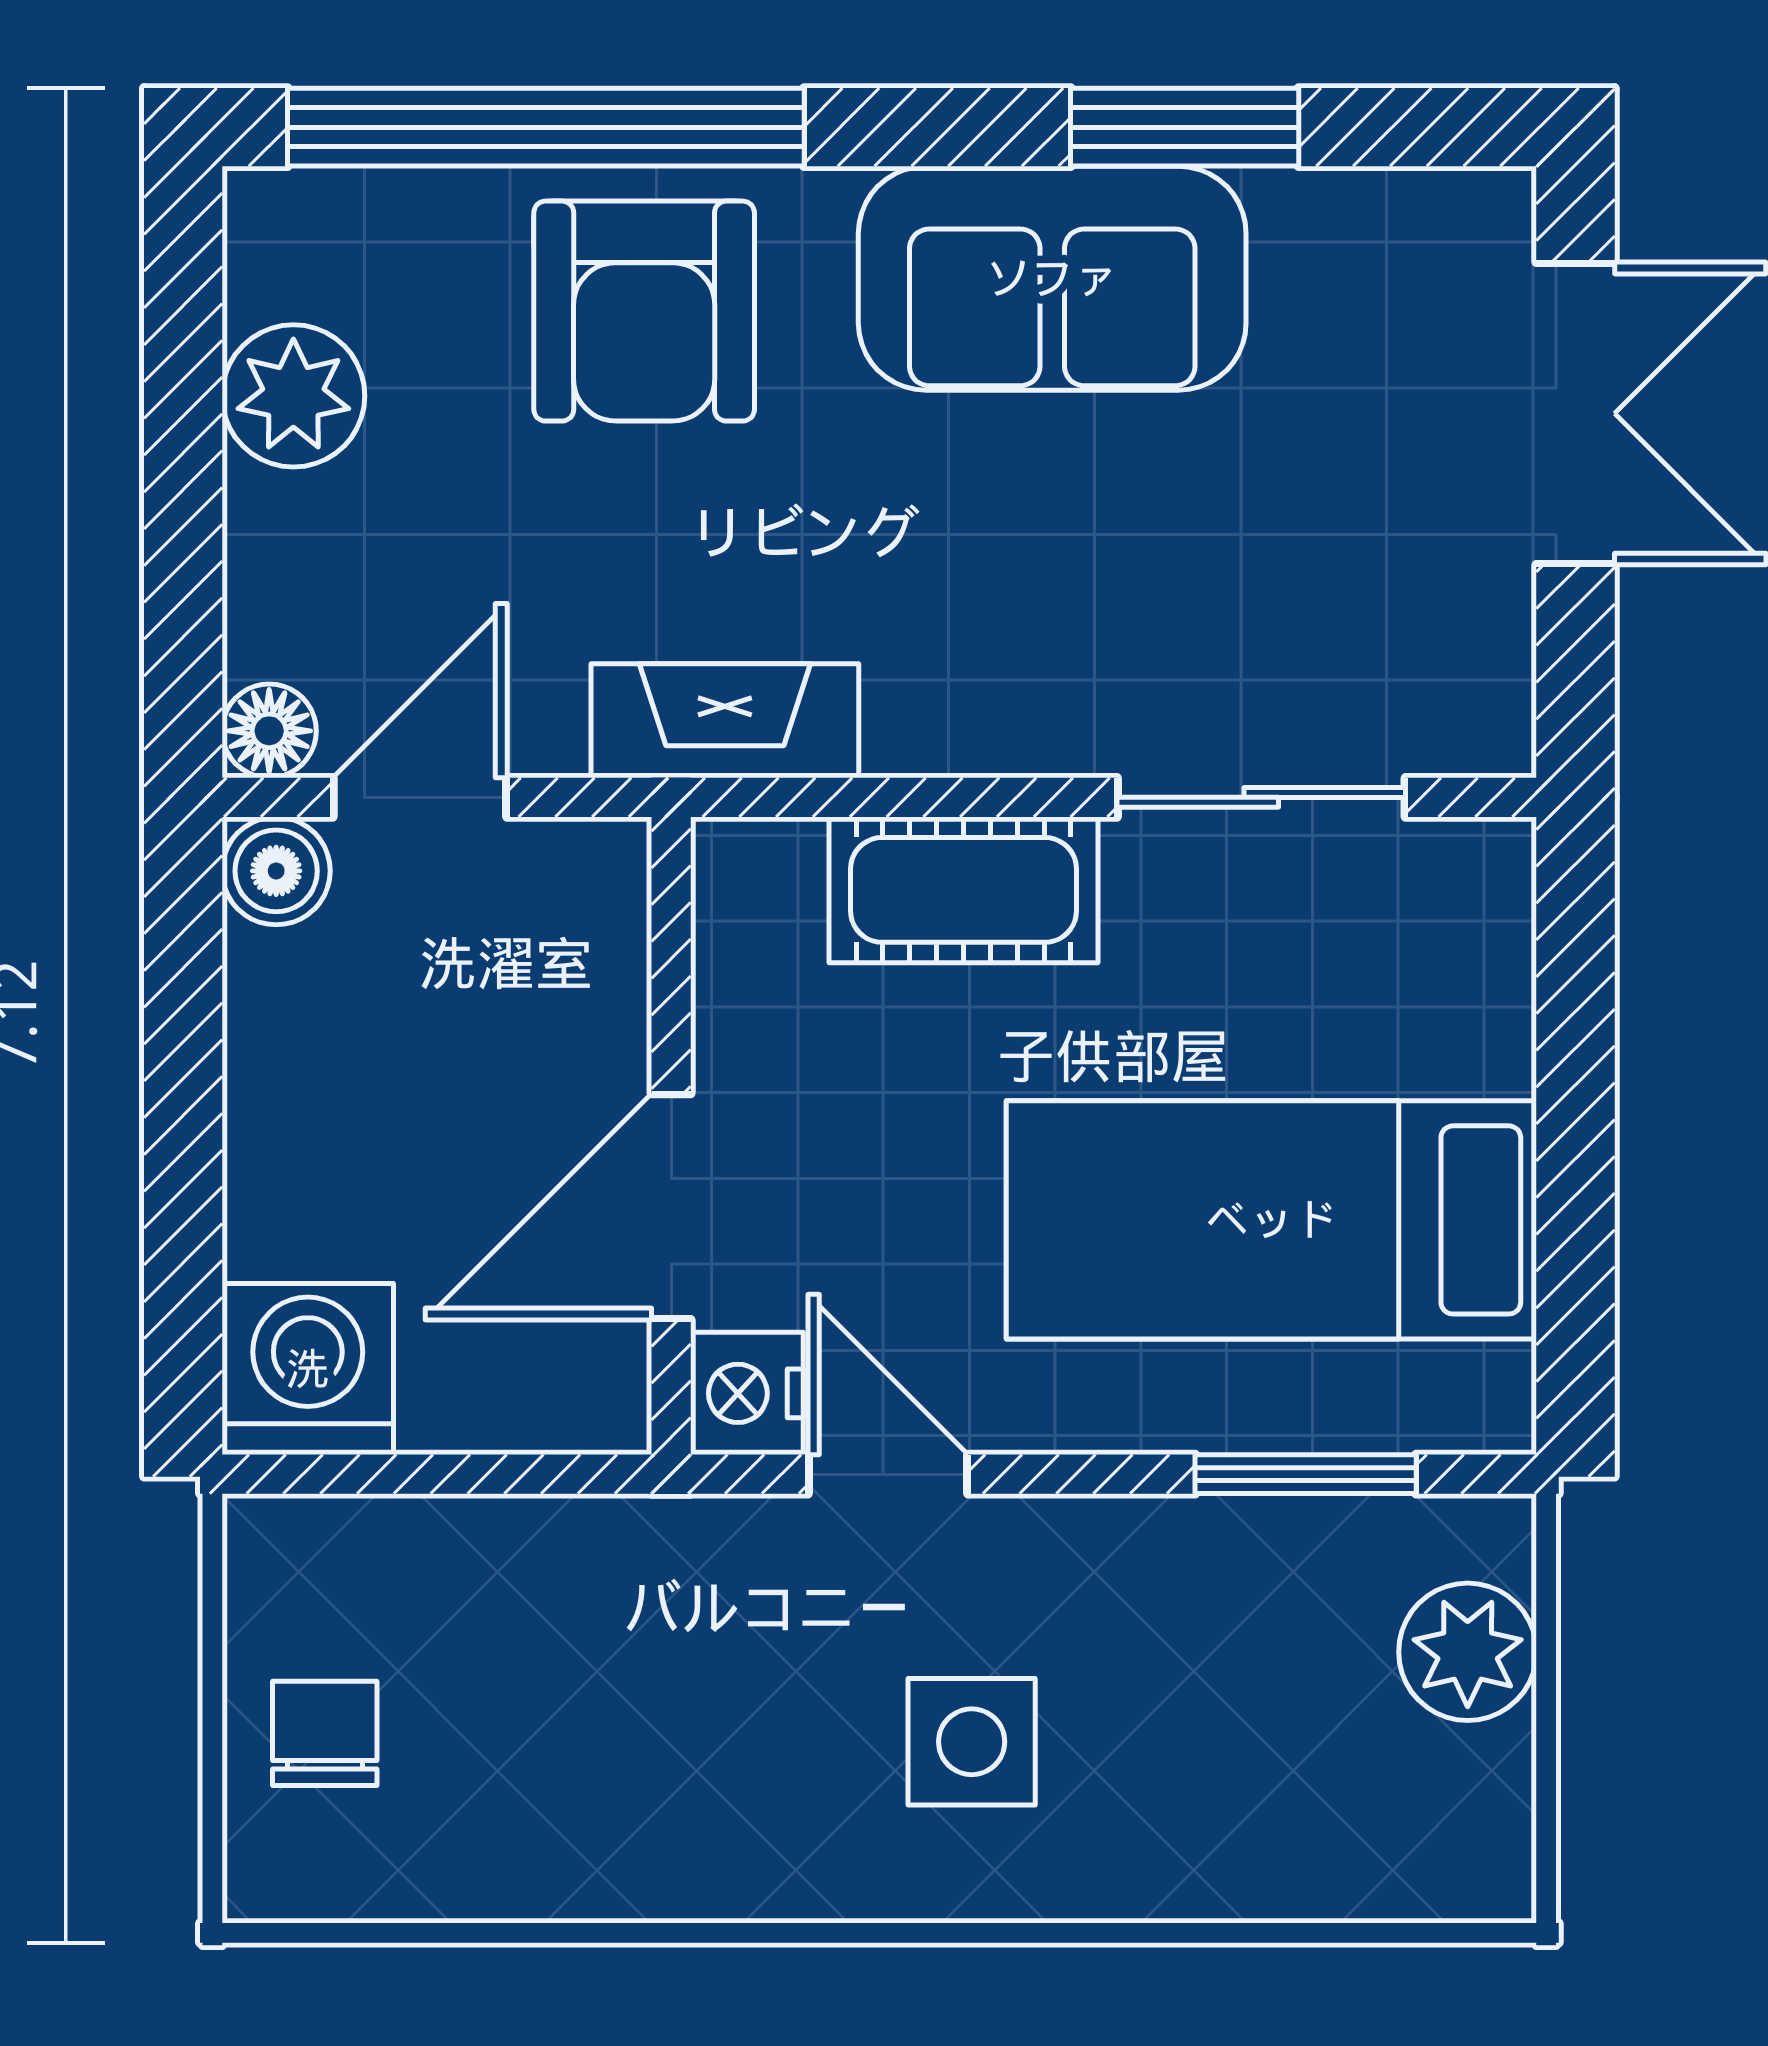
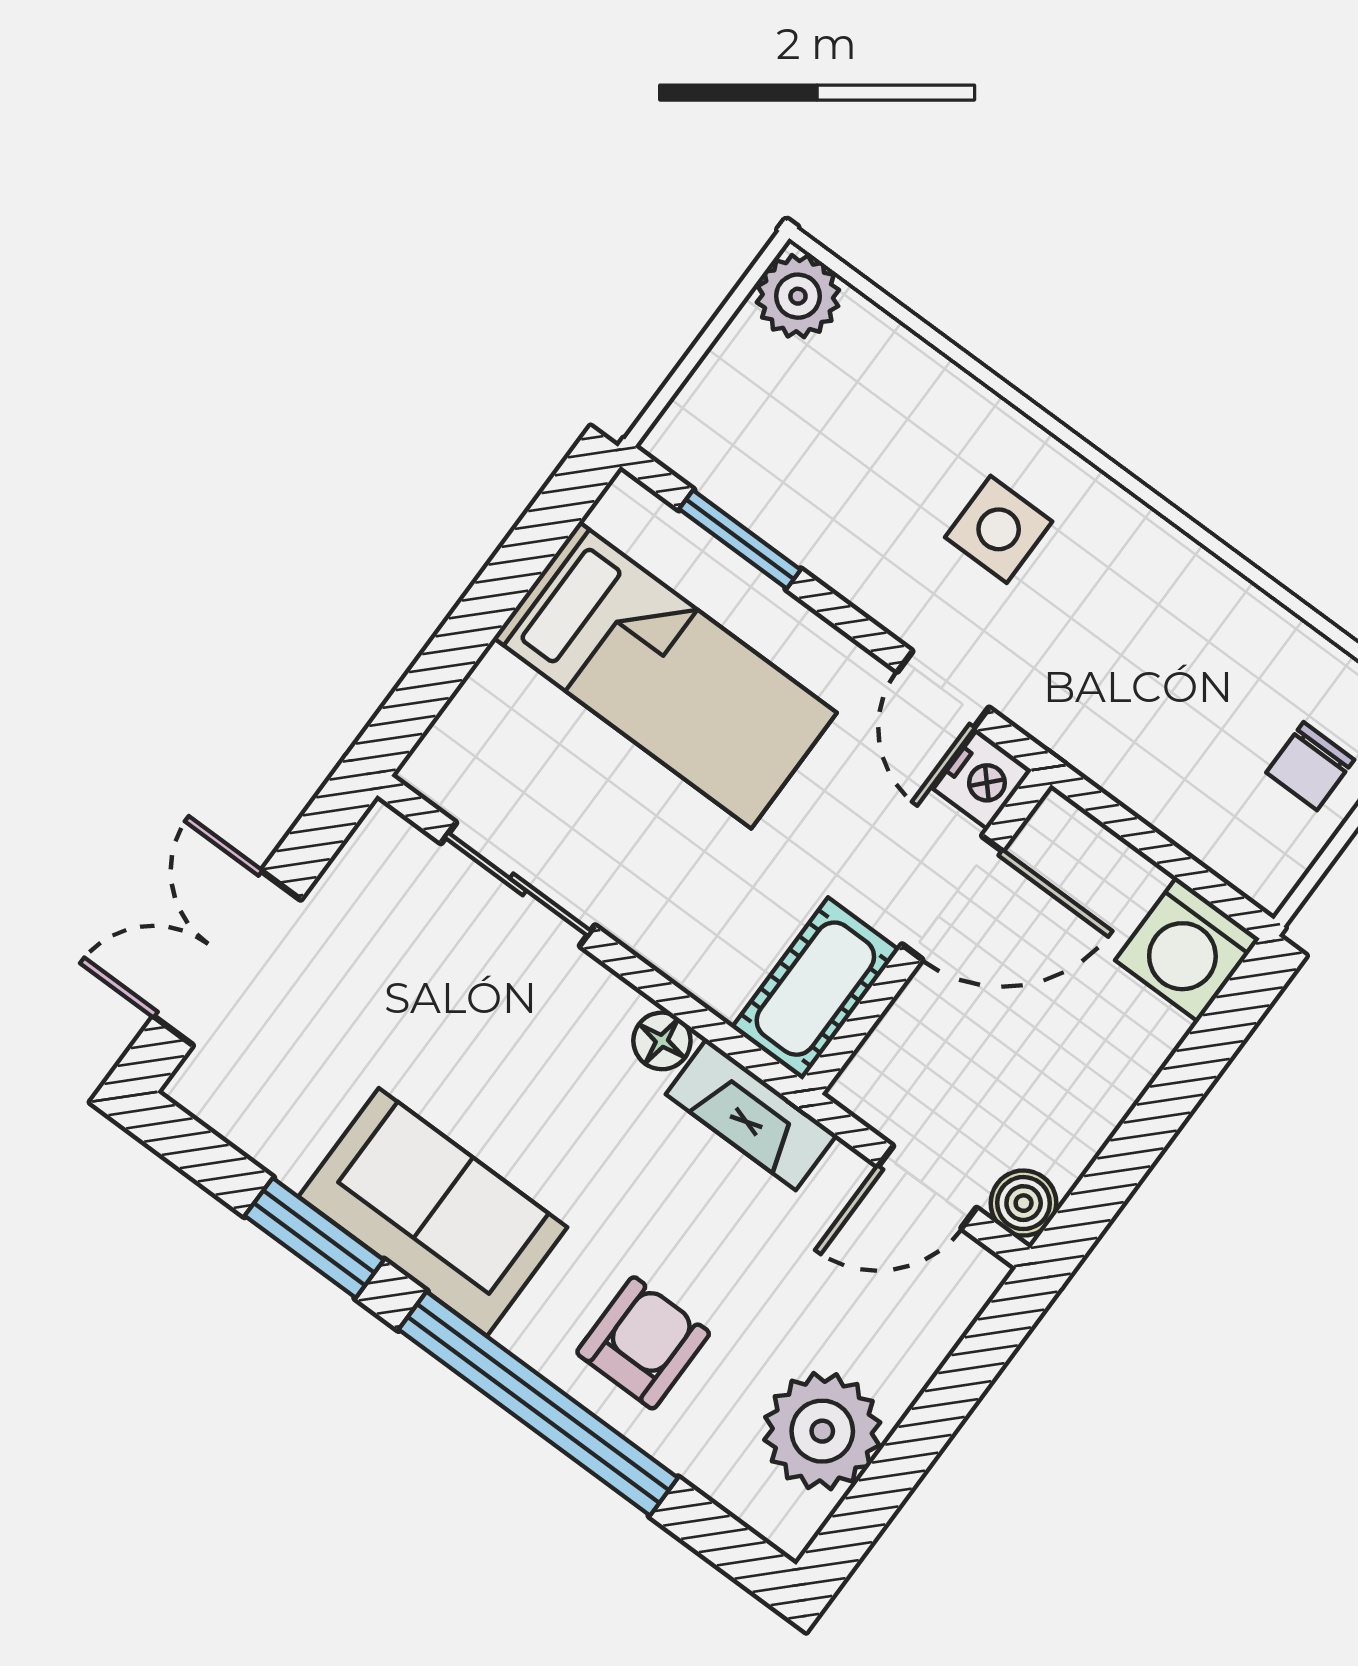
window: (546, 127) -> (538, 1404), moved
armchair: (644, 311) -> (643, 1343), width x0.72, depth x0.72
plant: (293, 396) -> (822, 1431), width x1.36, depth x1.36
floor lamp: (269, 731) -> (662, 1041), moved
cot: (964, 890) -> (815, 989), moved, turned 90
plant: (1468, 1652) -> (798, 296), moved

